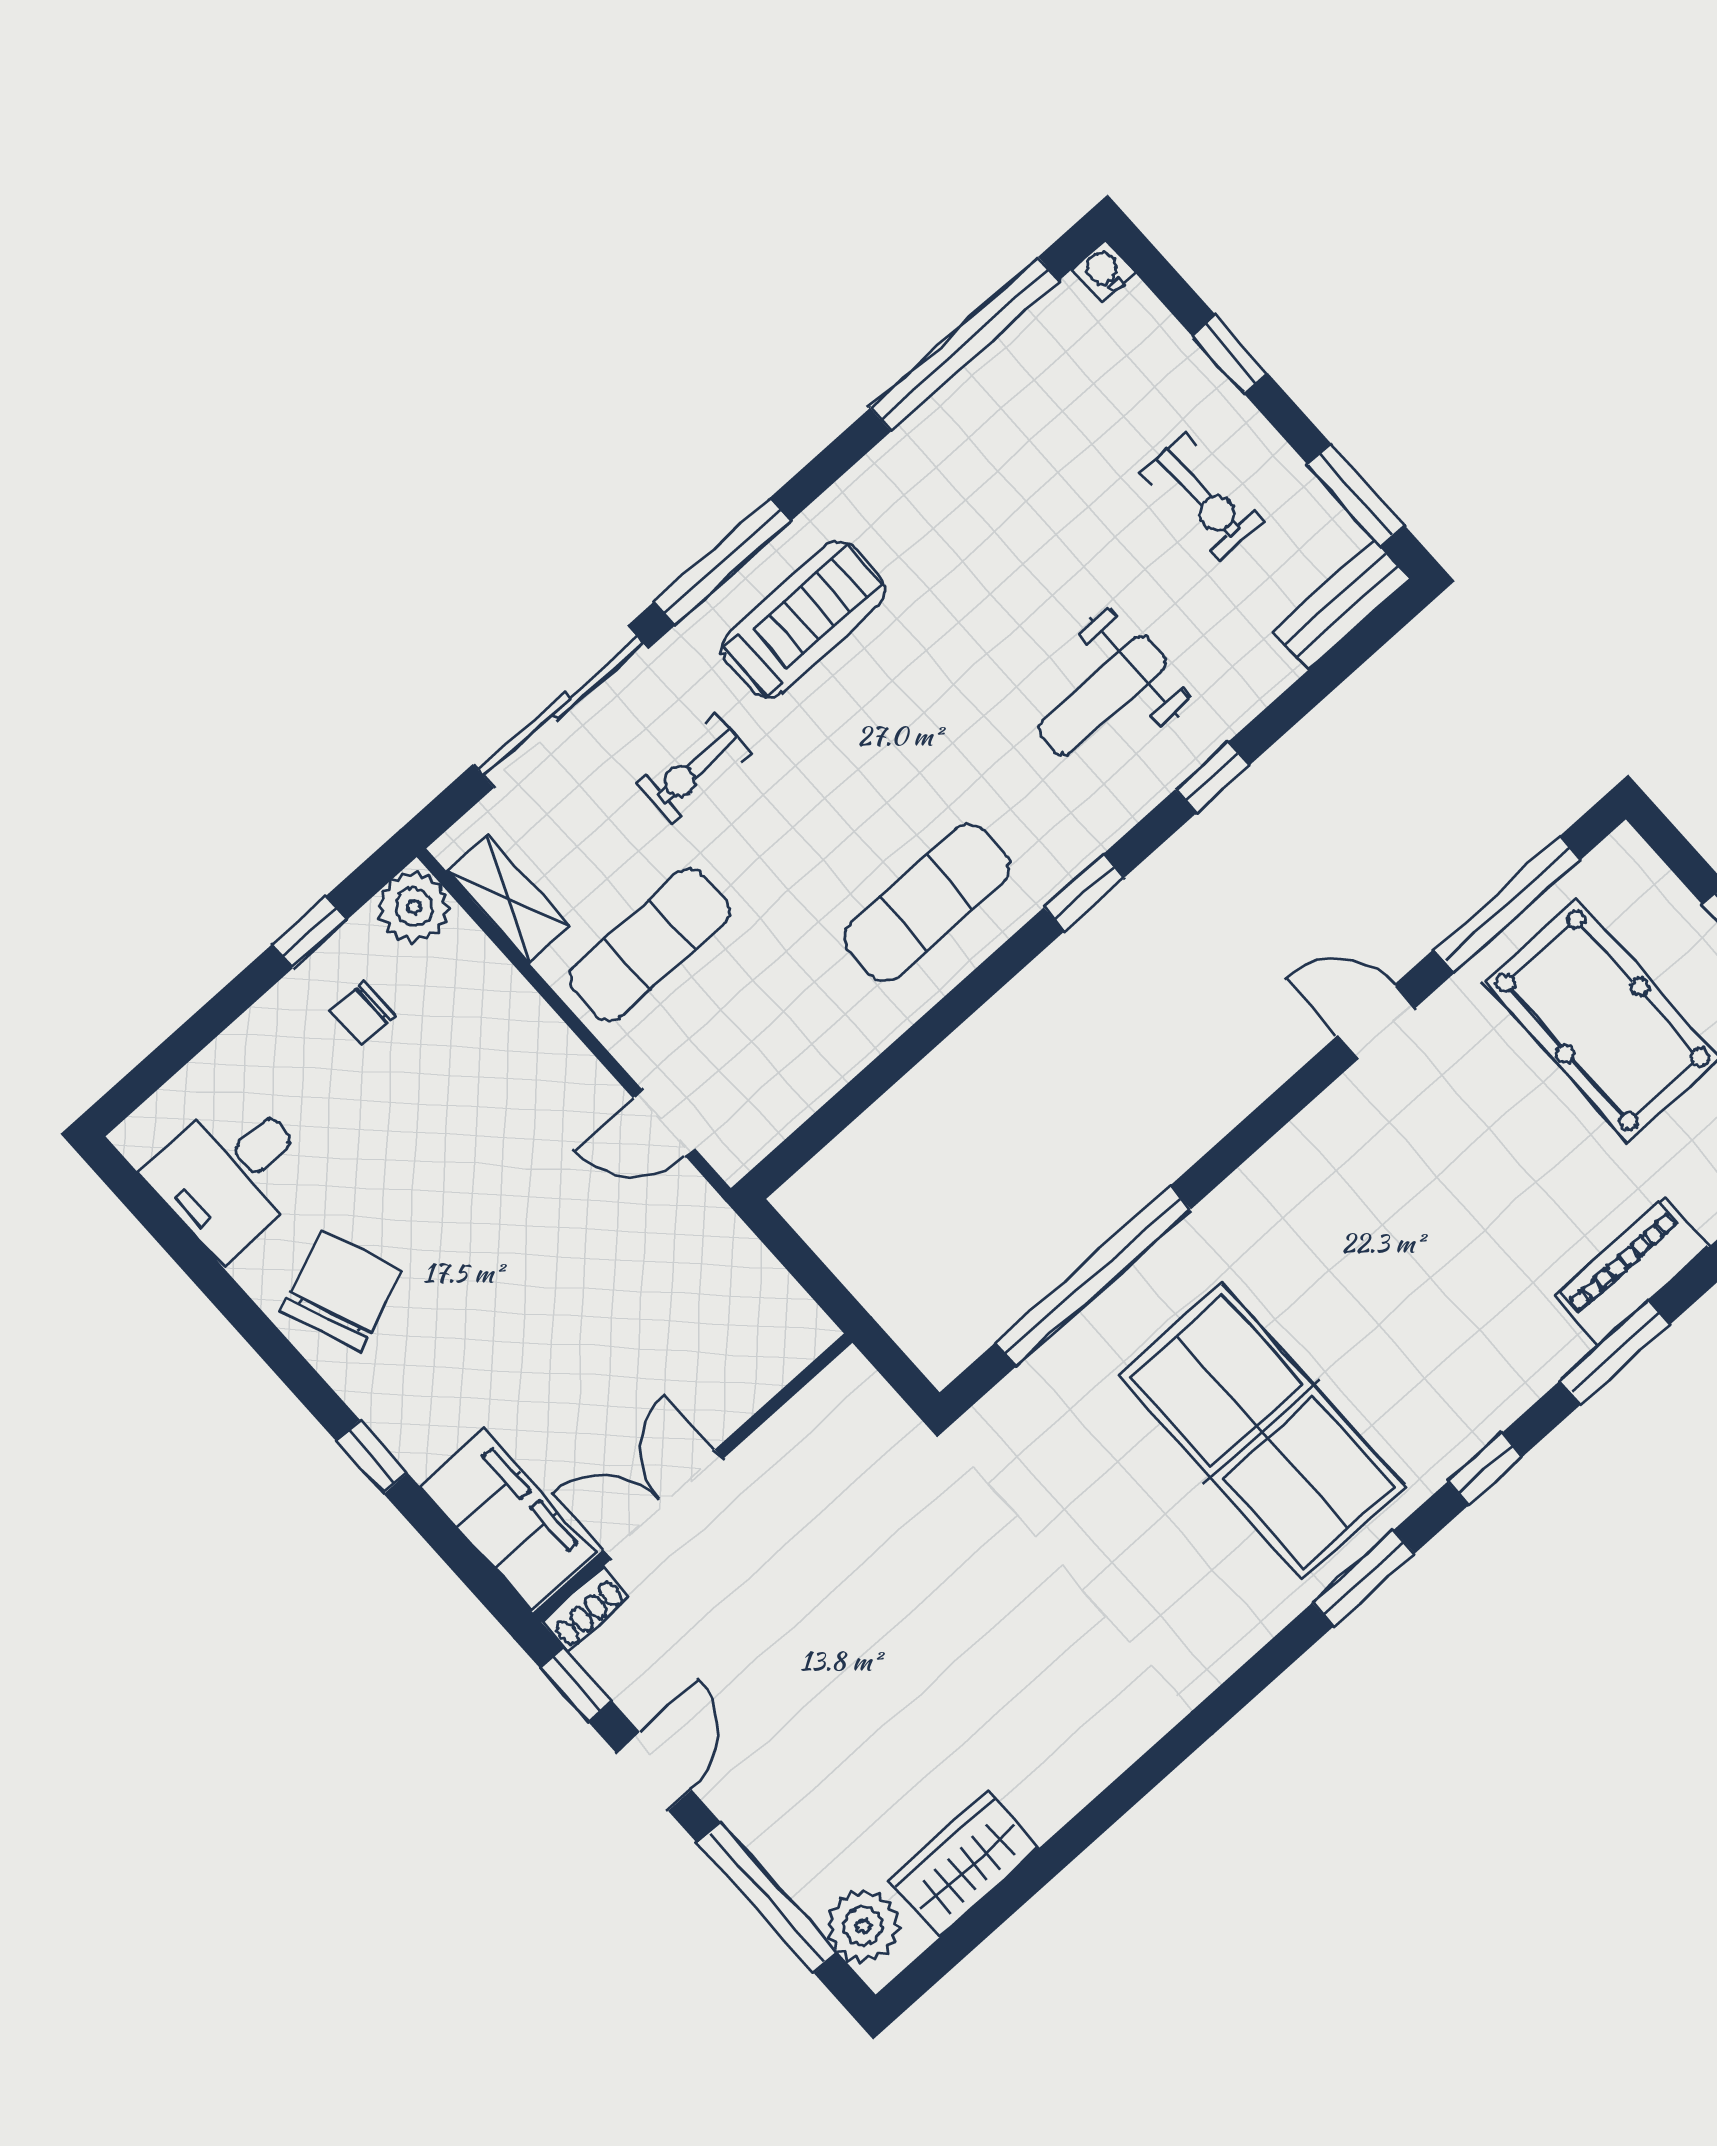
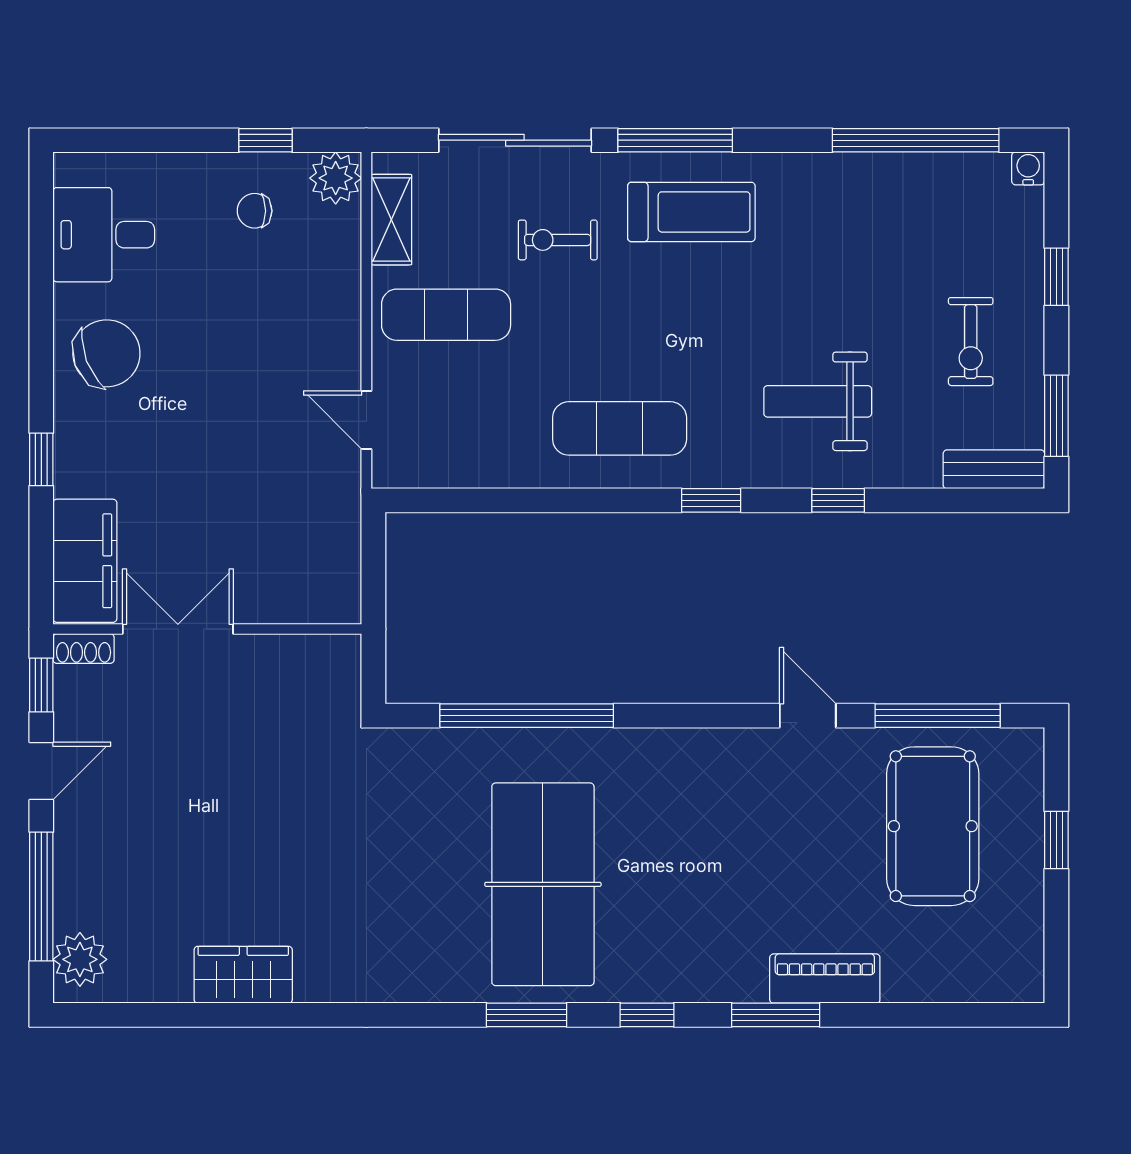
wardrobe: (963, 1864) -> (243, 975), moved

